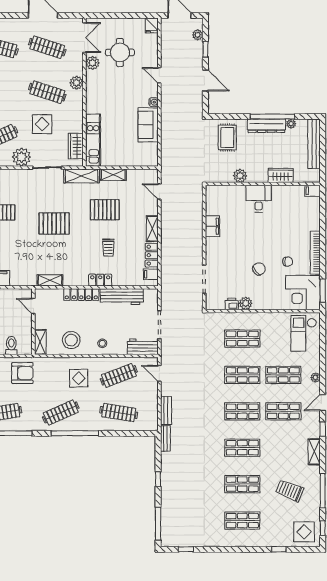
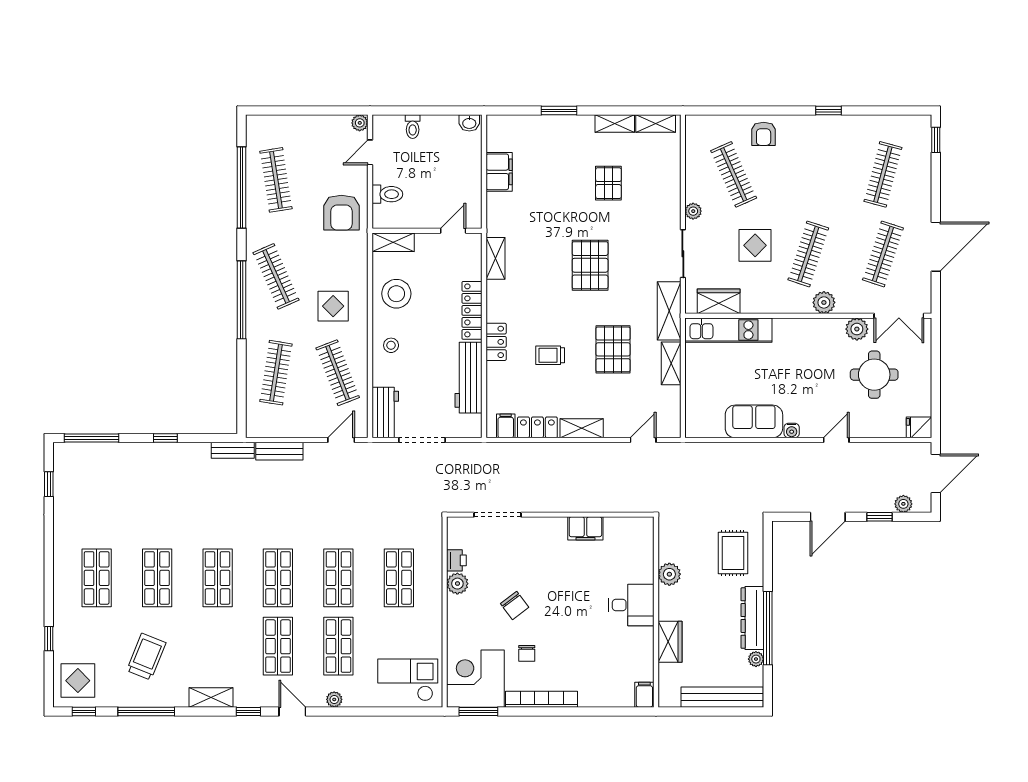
rug: (227, 137) -> (733, 553), turned 90
plant: (22, 157) -> (693, 211), width x0.53, depth x0.53

